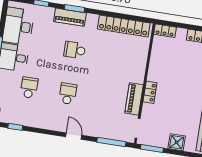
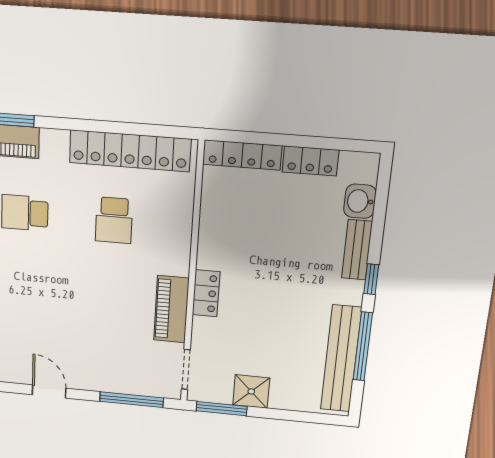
locker: (165, 31) -> (242, 155), width x1.53
school desk: (68, 94) -> (114, 220), moved, turned 180
shower: (177, 142) -> (251, 391), moved

